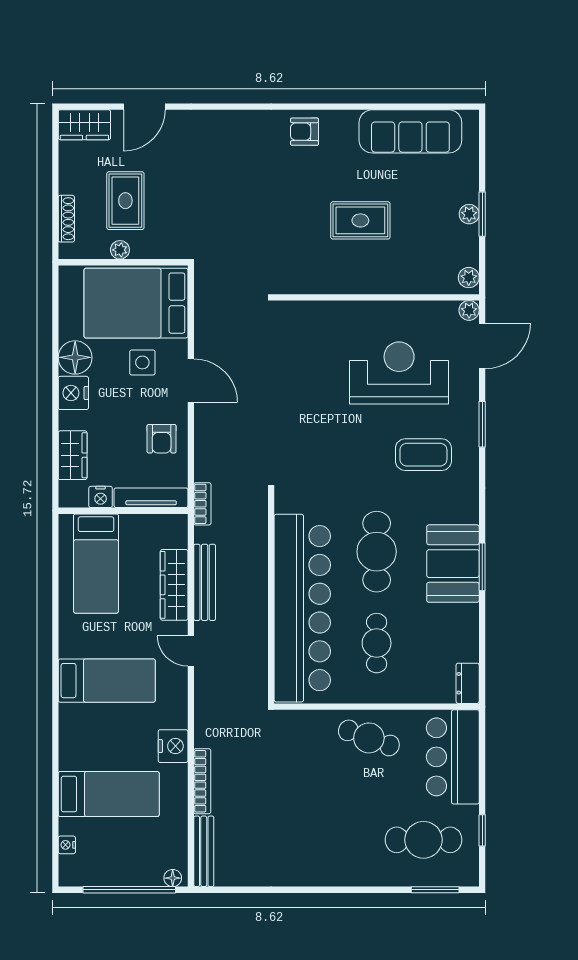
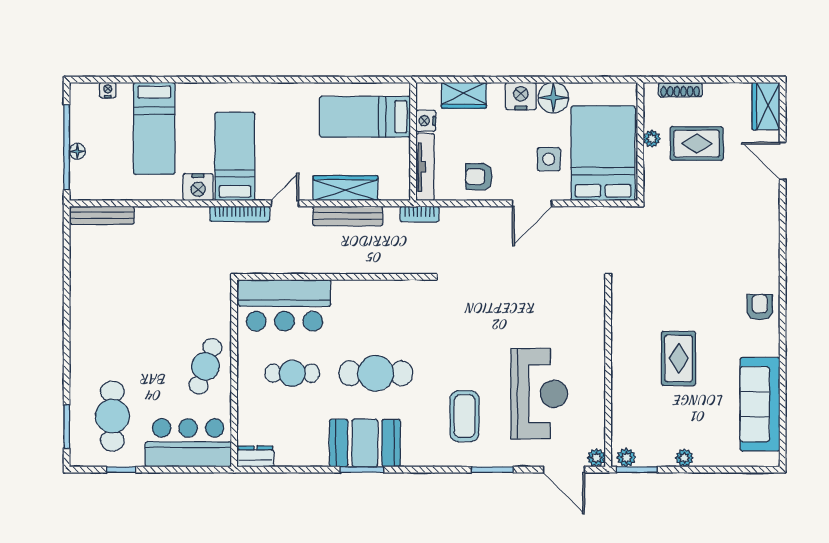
window: (482, 214) -> (637, 470), moved
bar counter: (302, 608) -> (284, 305), width x0.54
bed: (107, 681) -> (235, 156), moved, turned 180
bookcase: (202, 781) -> (240, 214), moved
floor lamp: (173, 878) -> (77, 151), moved

